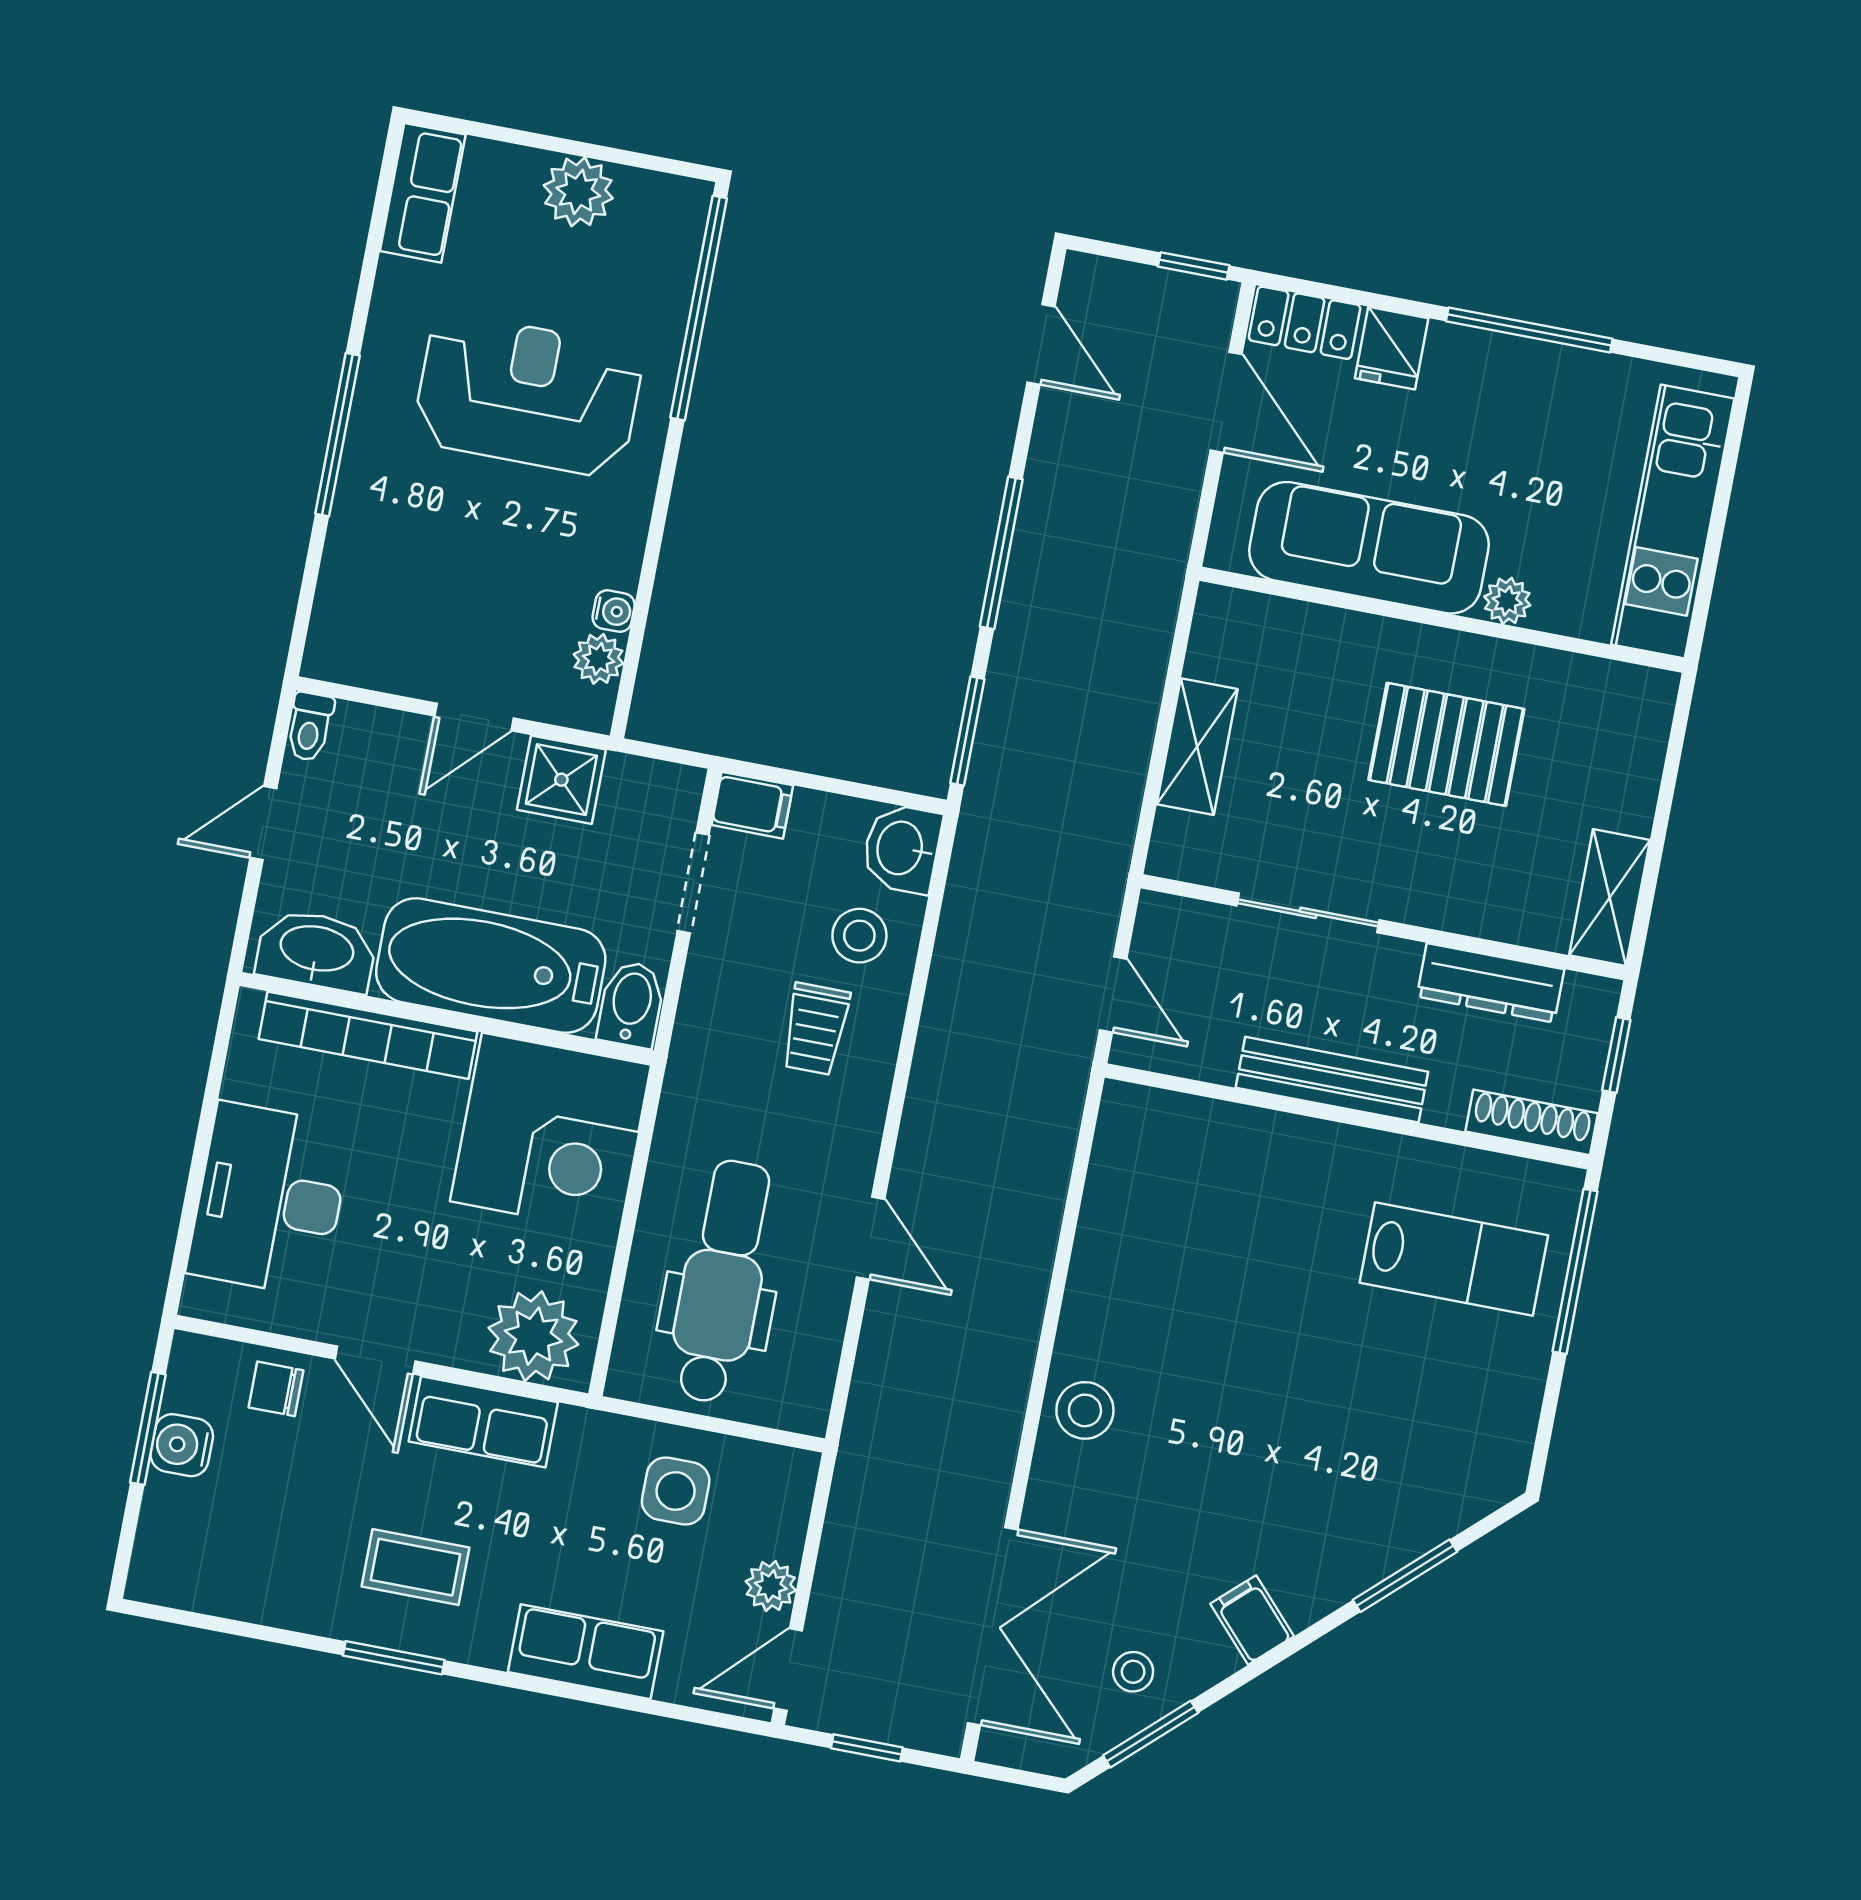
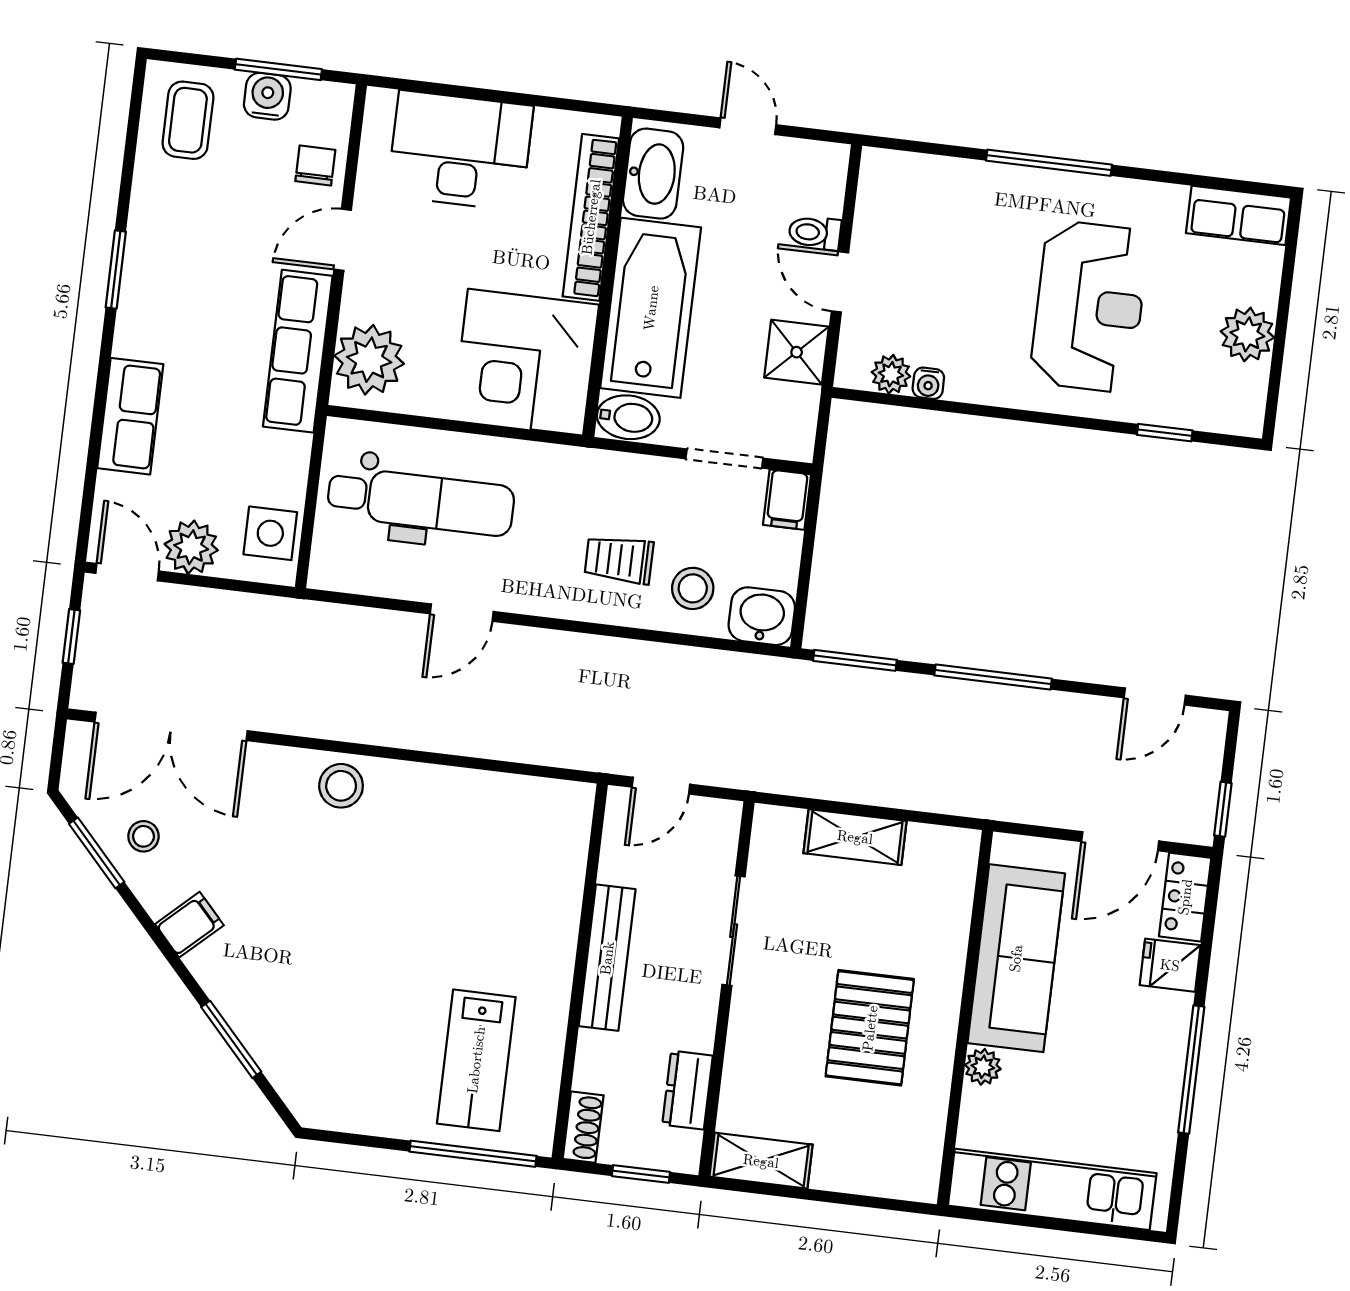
window: (699, 308) -> (1165, 433), width x0.32
toilet: (310, 727) -> (815, 233), moved
dresser: (1490, 983) -> (688, 1090), width x0.70
shoe rack: (1532, 1122) -> (583, 1127), width x0.70
row of seats: (483, 1422) -> (298, 351), width x1.48
side table: (676, 1491) -> (270, 533), moved
coffee table: (415, 1567) -> (188, 120), moved
plant: (771, 1586) -> (191, 547), width x1.38, depth x1.38

